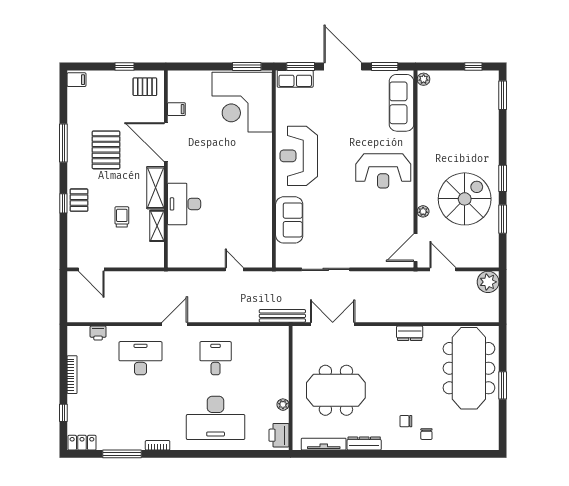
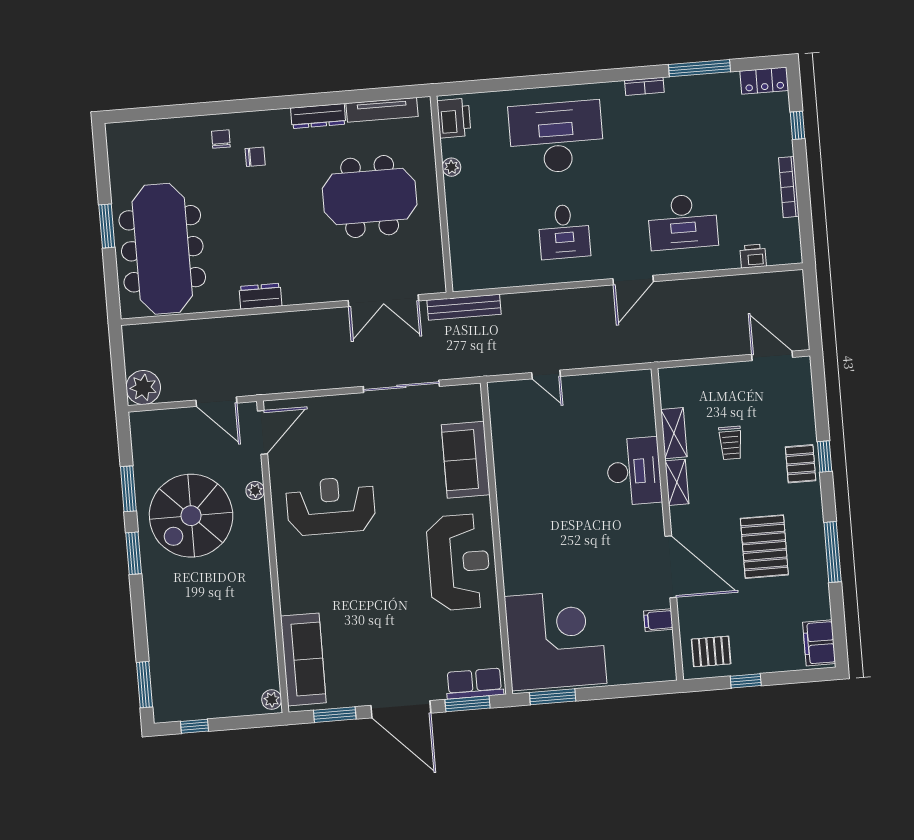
filing cabinet: (77, 80) -> (819, 643), width x2.00
reception desk: (383, 171) -> (331, 506), moved
shelving: (155, 188) -> (677, 482), width x0.67, depth x0.75

